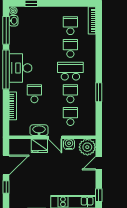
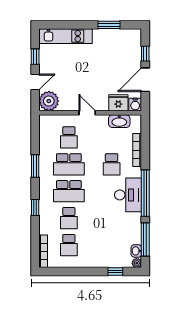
window: (99, 57) -> (35, 207), added
school desk: (70, 94) -> (69, 164), width x1.85
washbasin: (39, 130) -> (119, 121), moved
water cooler: (69, 144) -> (135, 105), moved
fridge: (39, 146) -> (118, 103), moved
window: (99, 195) -> (35, 57), moved

